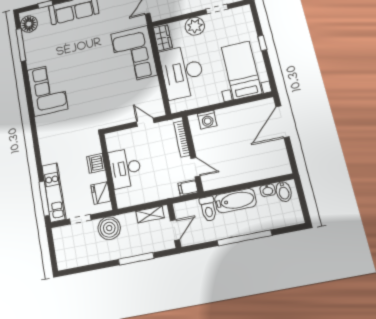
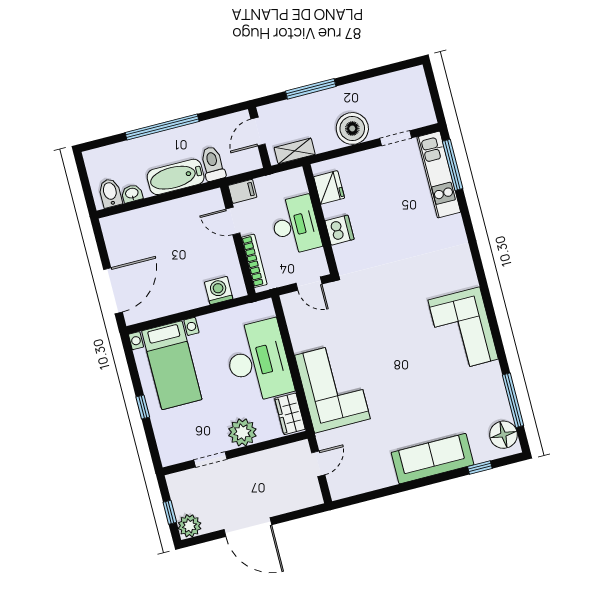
dishwasher: (96, 163) -> (339, 230), moved
desk: (125, 168) -> (295, 225), moved
wall: (108, 171) -> (320, 219), moved
fridge: (101, 193) -> (329, 187), moved

